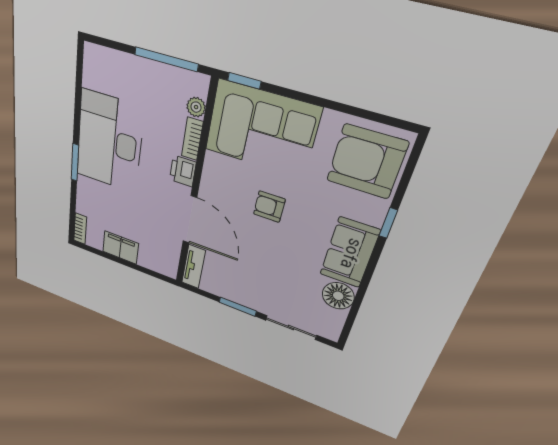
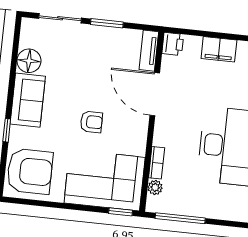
printer: (183, 171) -> (173, 44), moved

